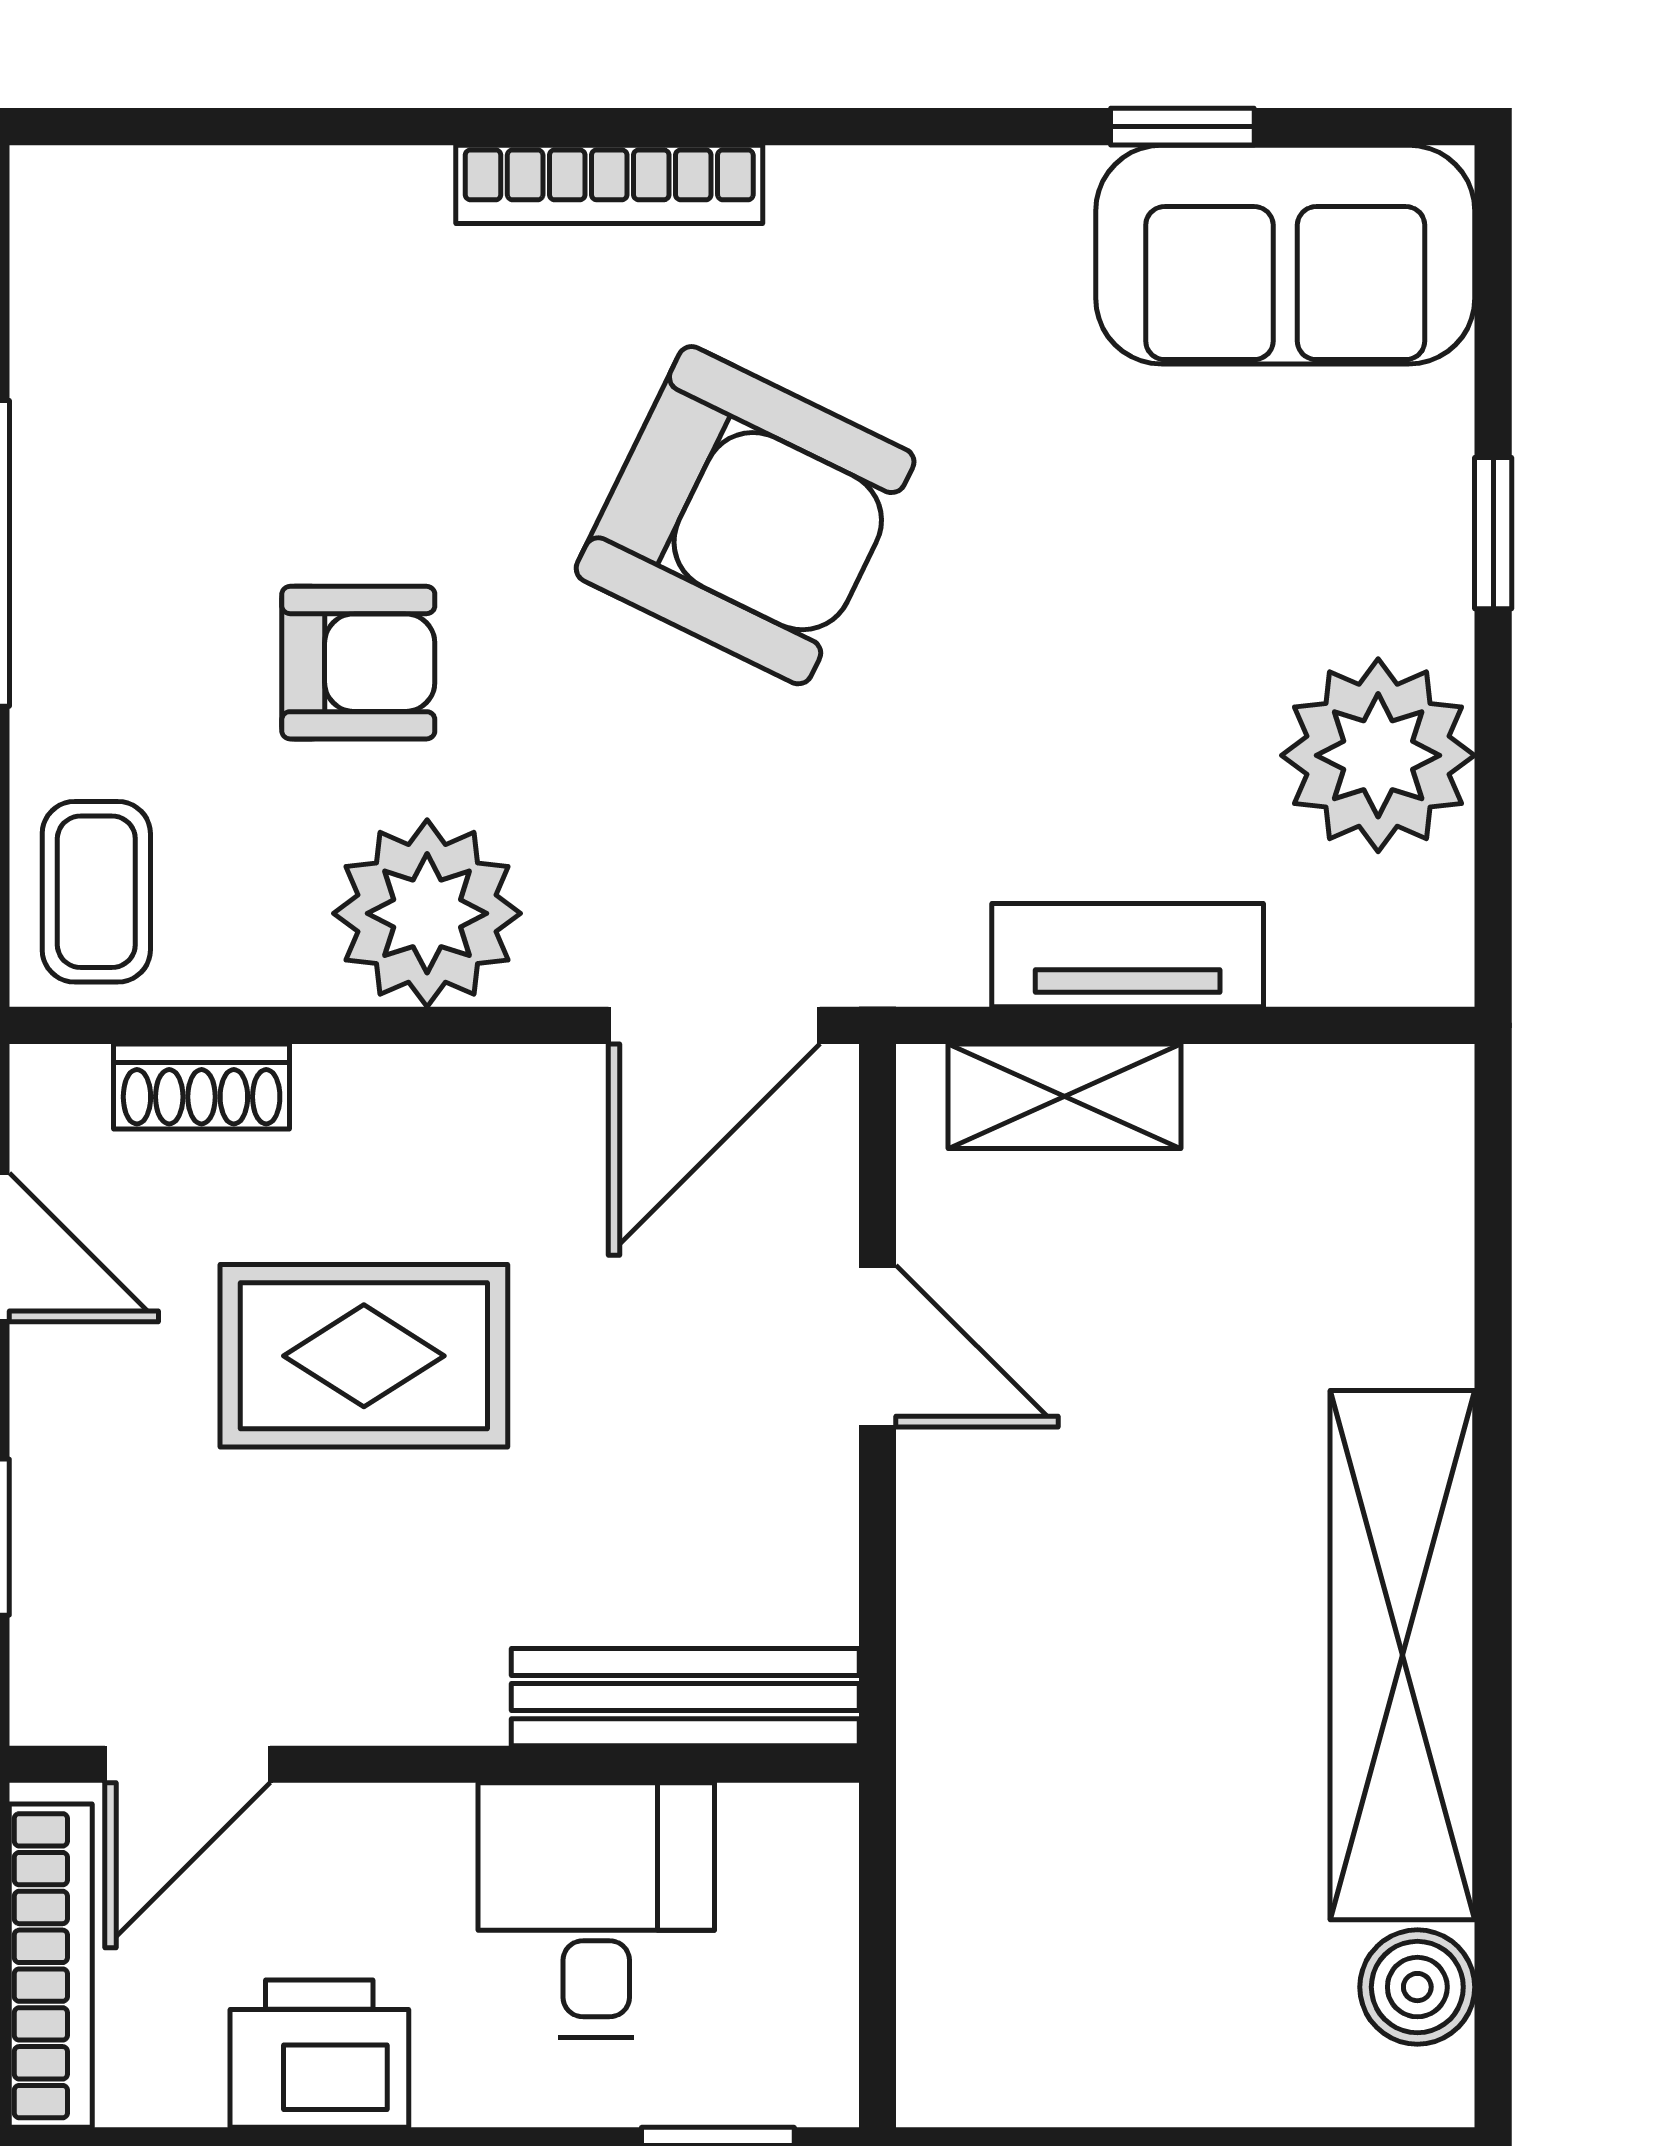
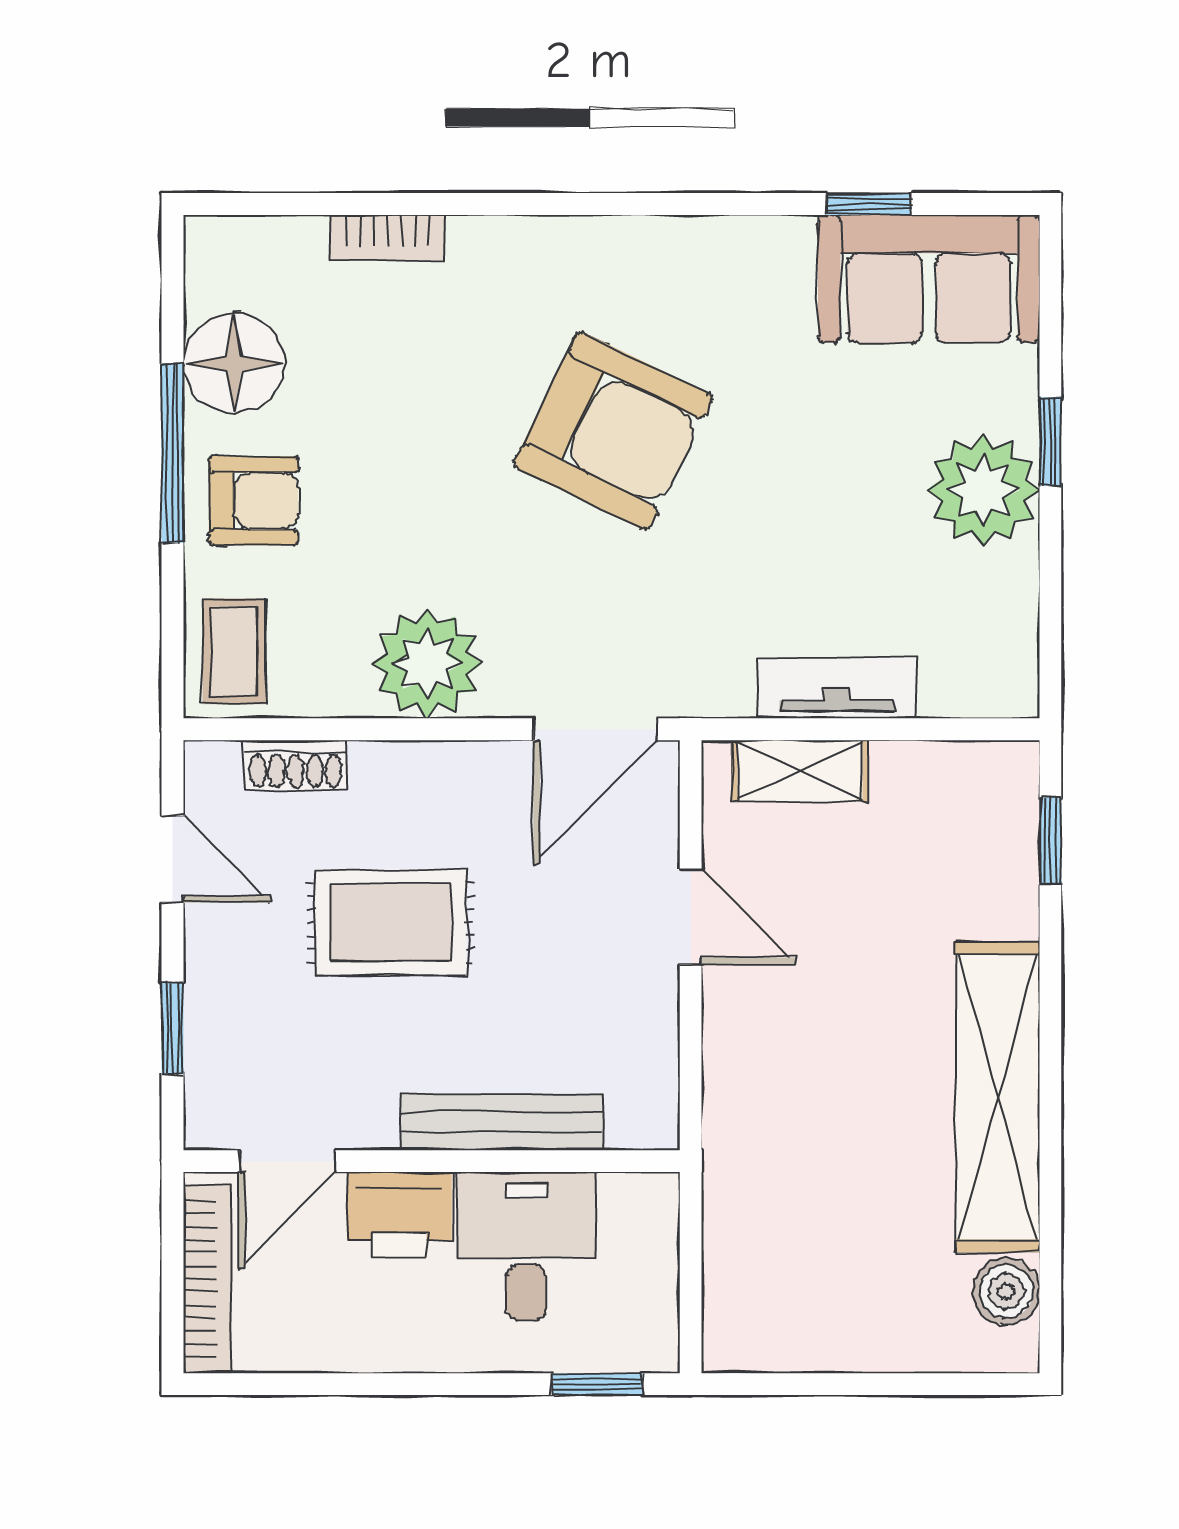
bookcase: (609, 184) -> (388, 238), moved, width x0.64
floor lamp: (96, 399) -> (234, 363), added
armchair: (358, 663) -> (253, 501), moved
plant: (1378, 755) -> (983, 490), moved
window: (1493, 1216) -> (1050, 840), added
bench: (685, 1697) -> (502, 1122), moved
printer: (319, 2054) -> (399, 1215), moved, turned 180

